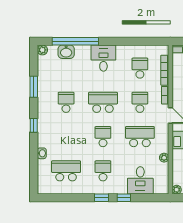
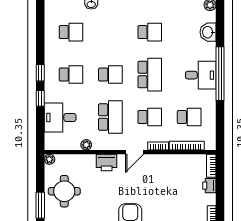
window: (75, 41) -> (220, 74), moved
school desk: (66, 171) -> (71, 32), width x0.54

